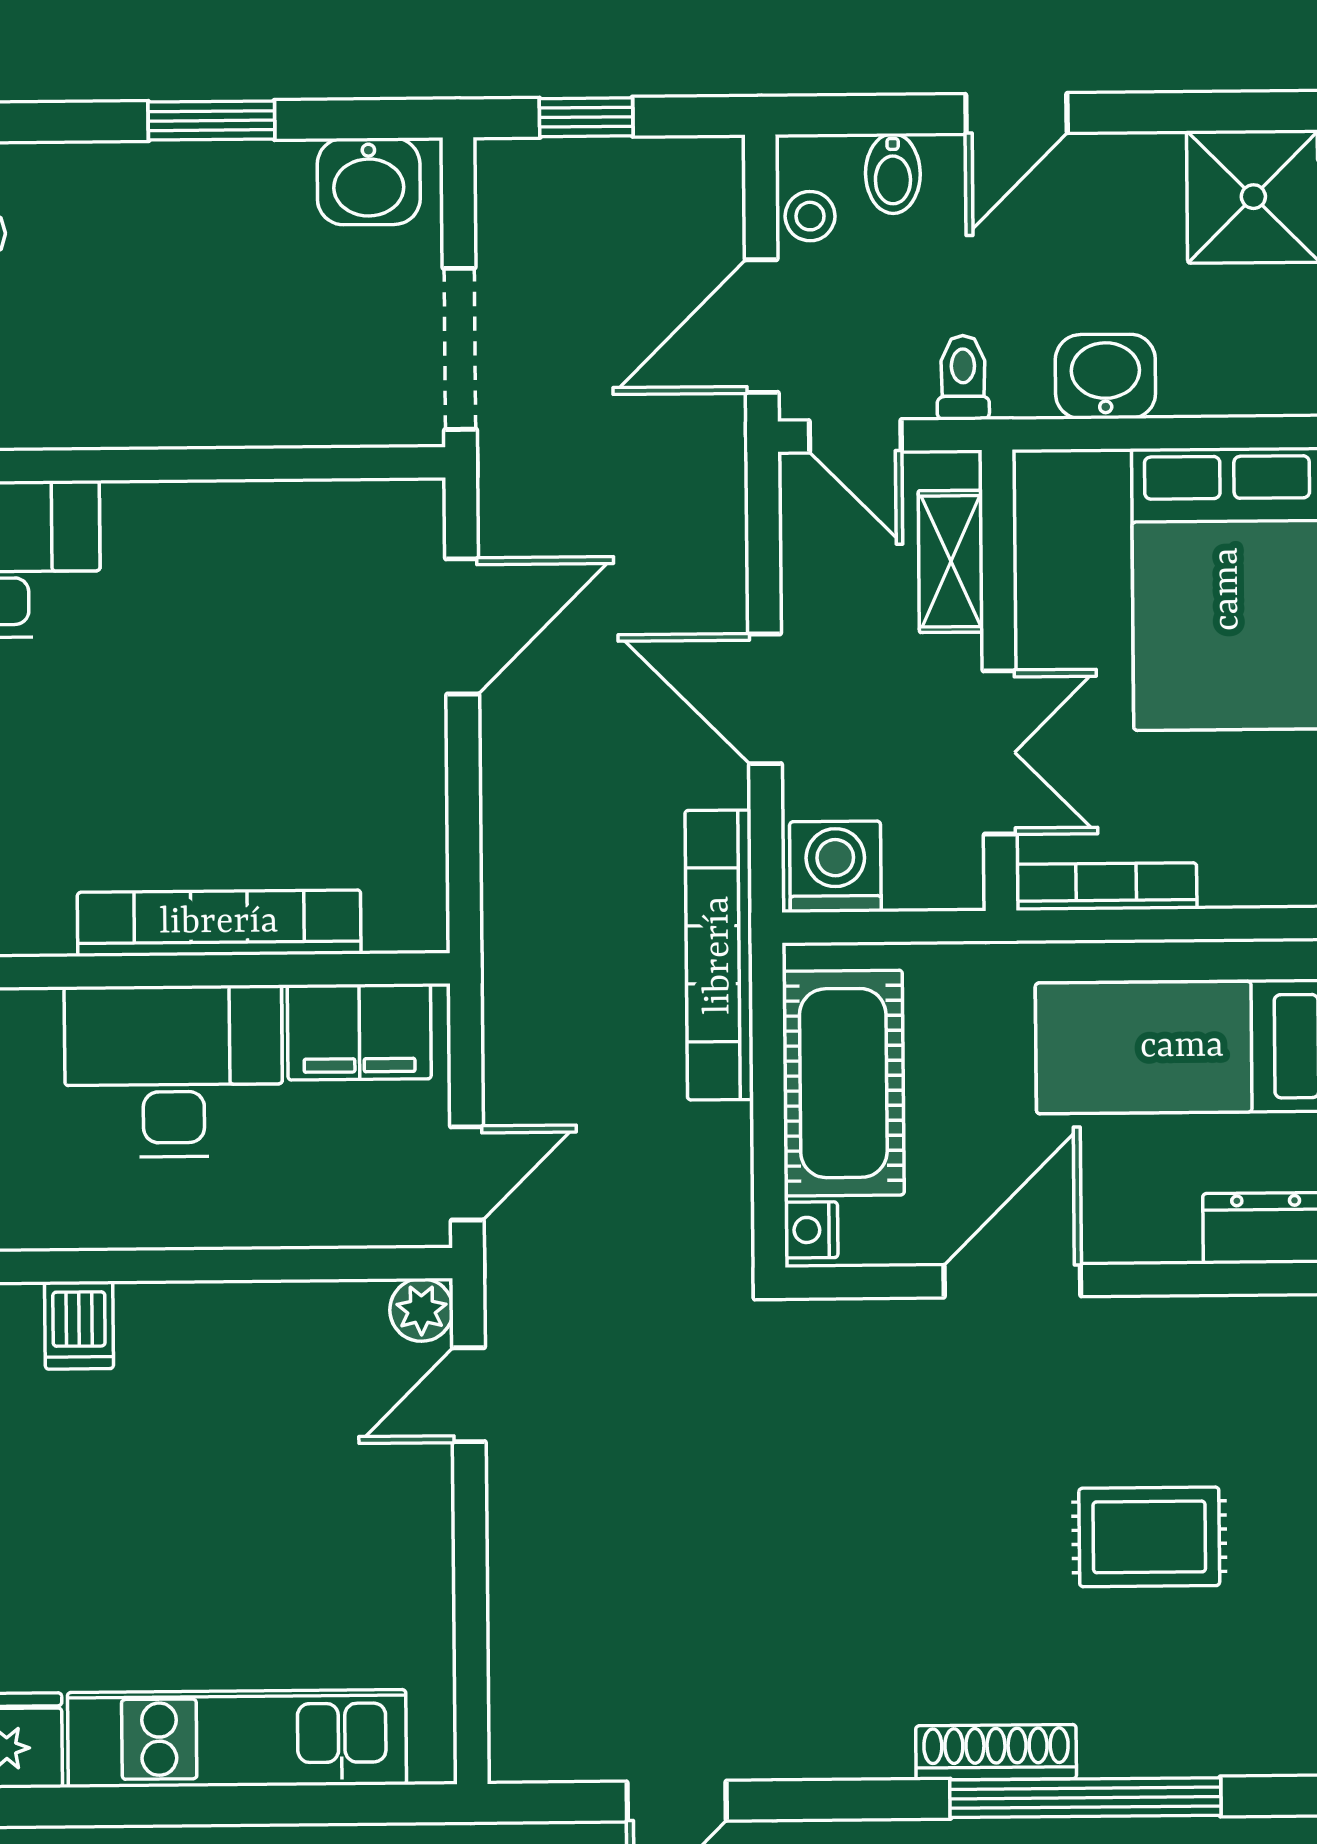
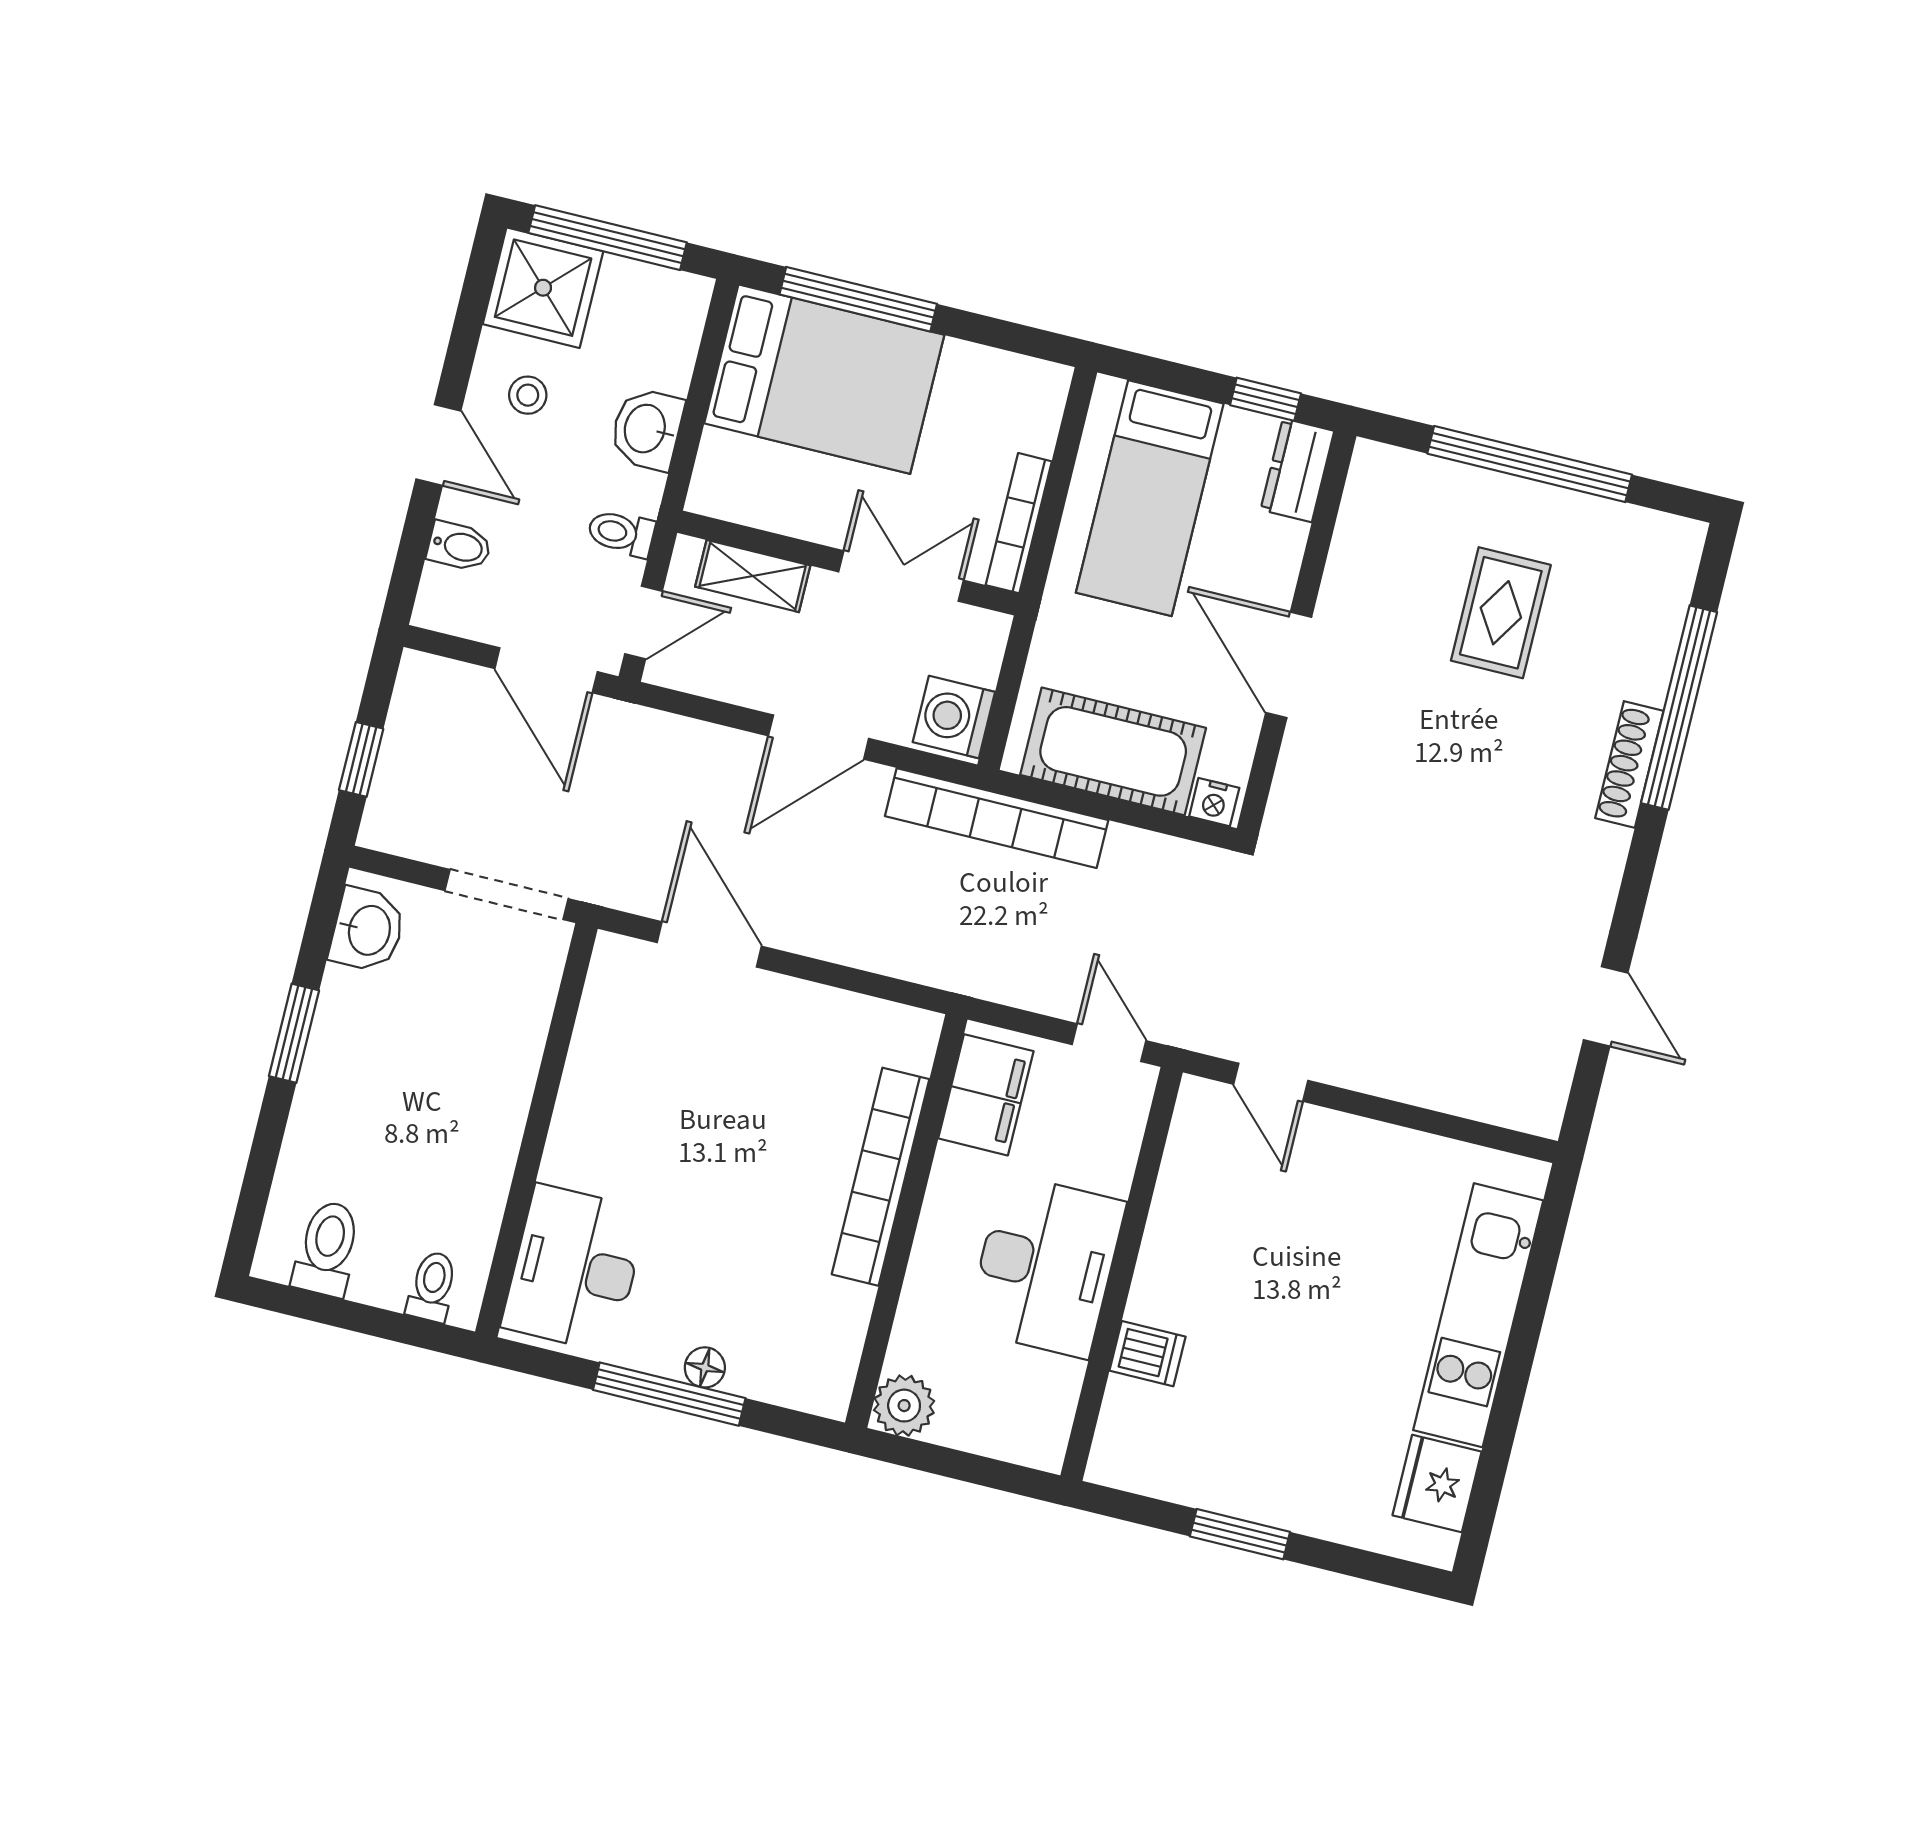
stool: (810, 216) -> (528, 395), moved
desk: (174, 1071) -> (1046, 1266), moved, turned 180
plant: (421, 1310) -> (1200, 1101), removed

